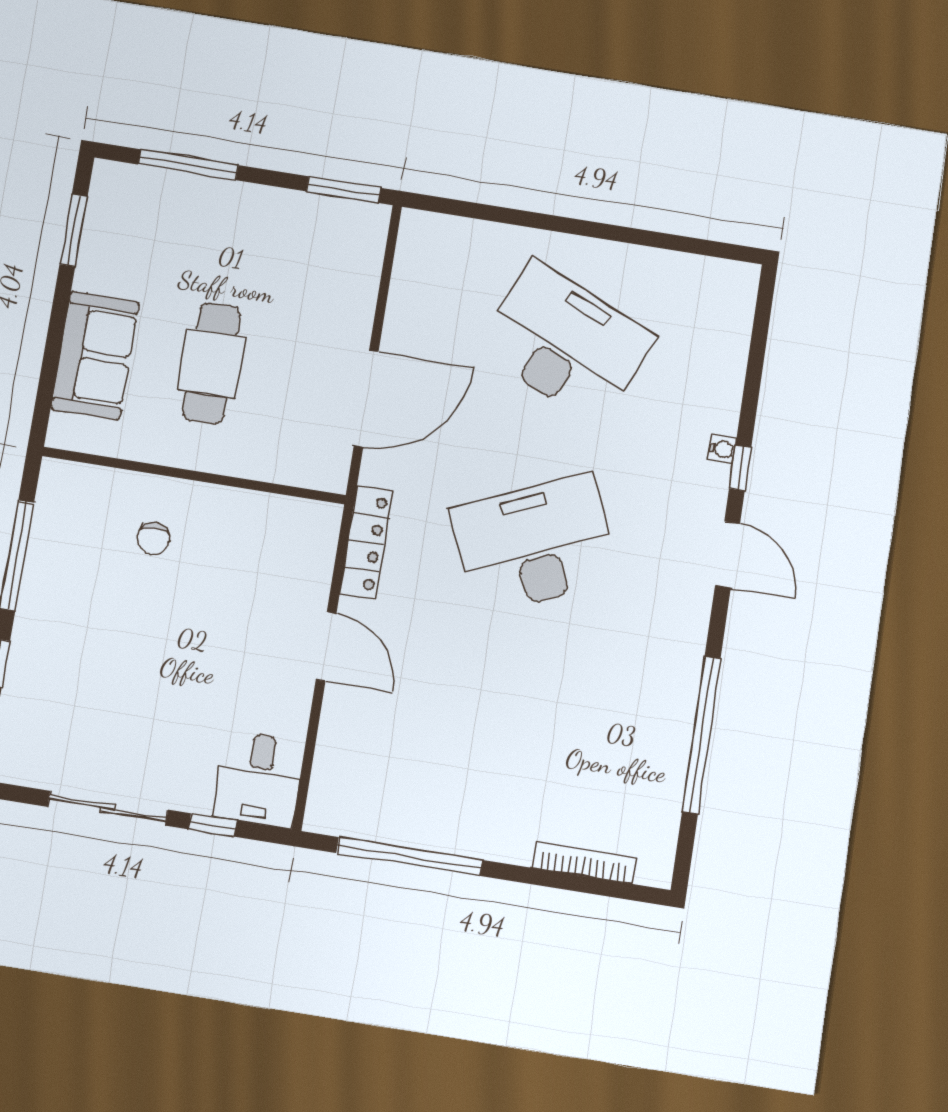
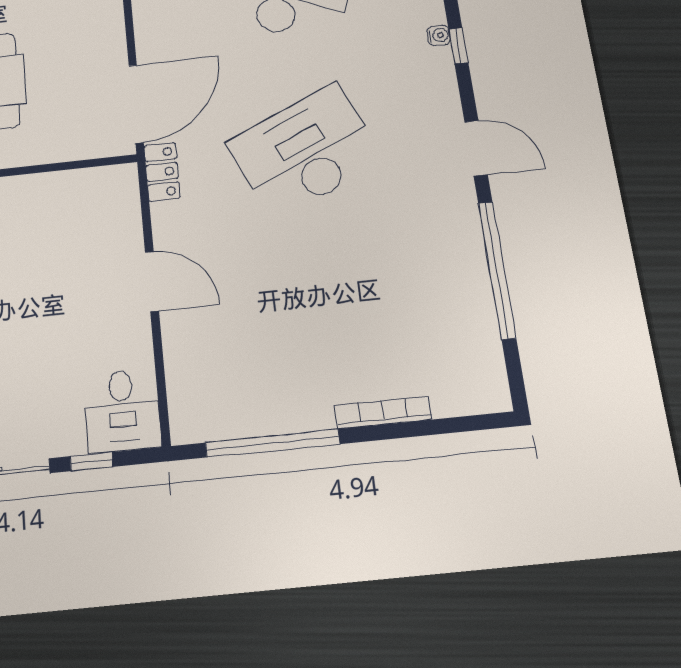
door: (366, 399) -> (136, 104), moved
locker: (366, 542) -> (162, 172), width x0.66
door: (727, 555) -> (476, 148), moved
bookcase: (584, 863) -> (383, 412), moved

